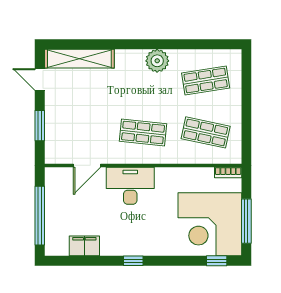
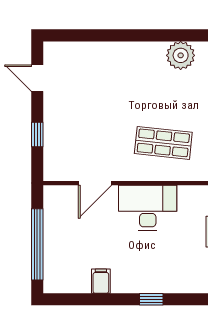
shelving: (79, 59) -> (86, 53), removed
window: (40, 126) -> (37, 134), width x0.67
filing cabinet: (84, 246) -> (101, 281), width x0.50

